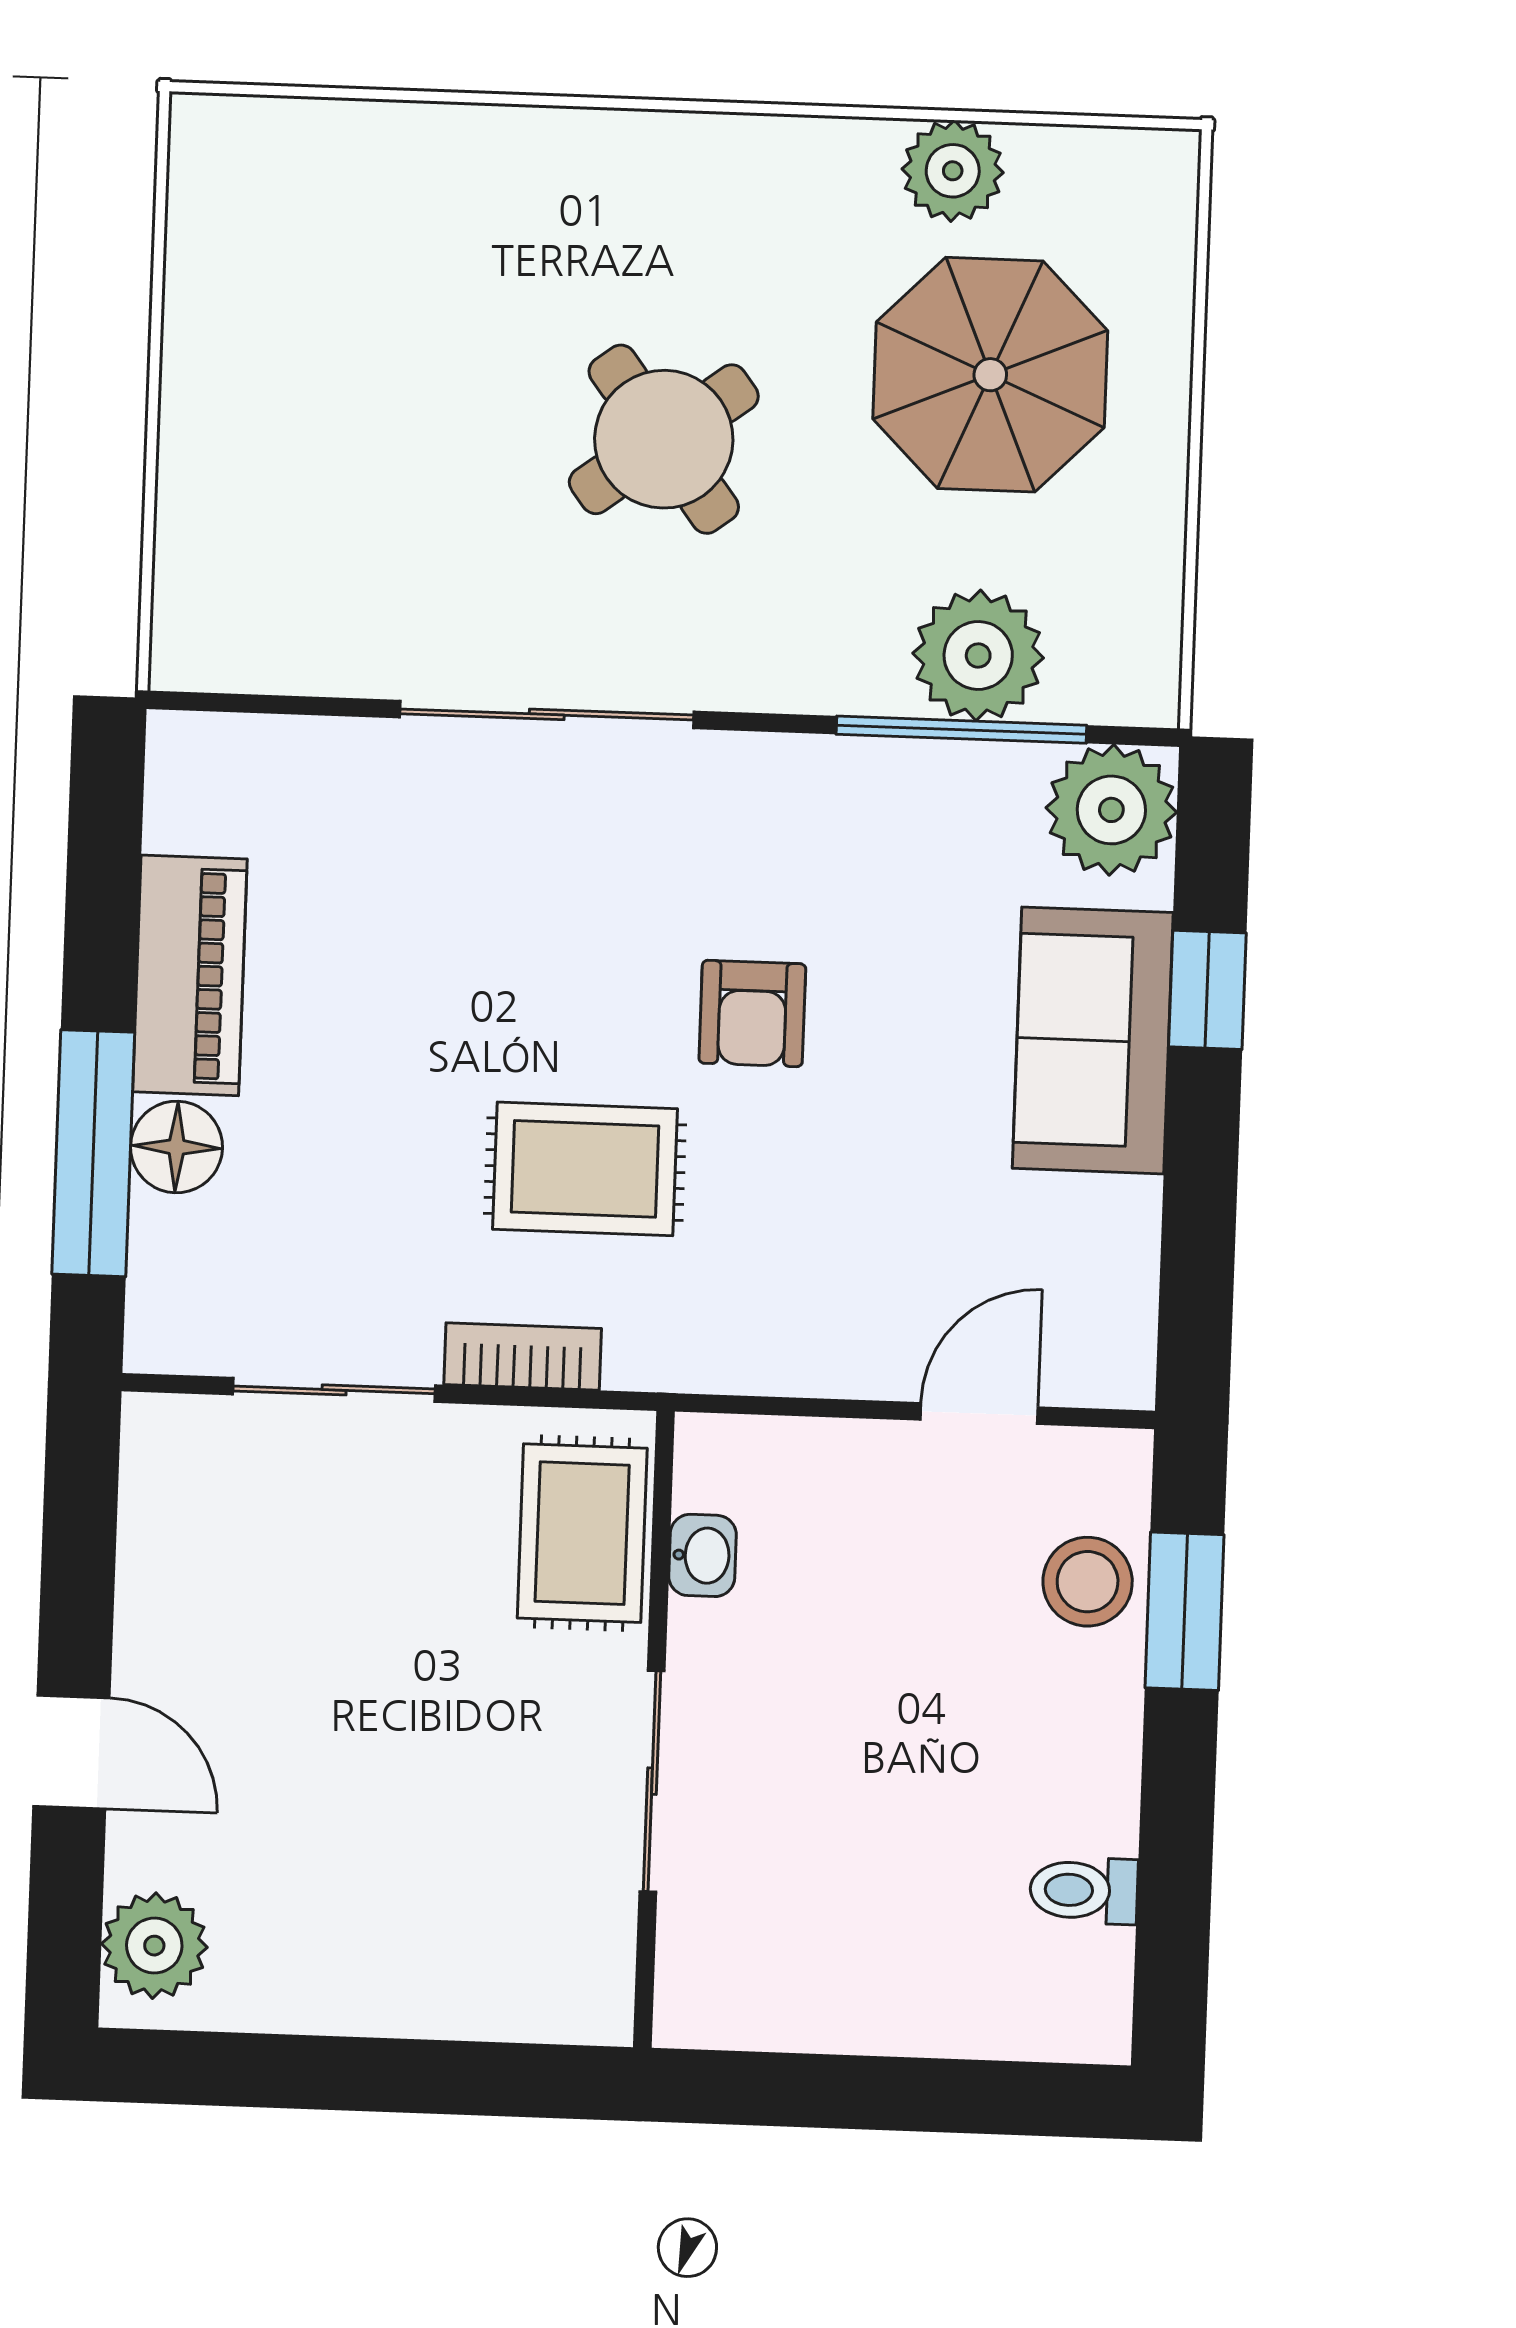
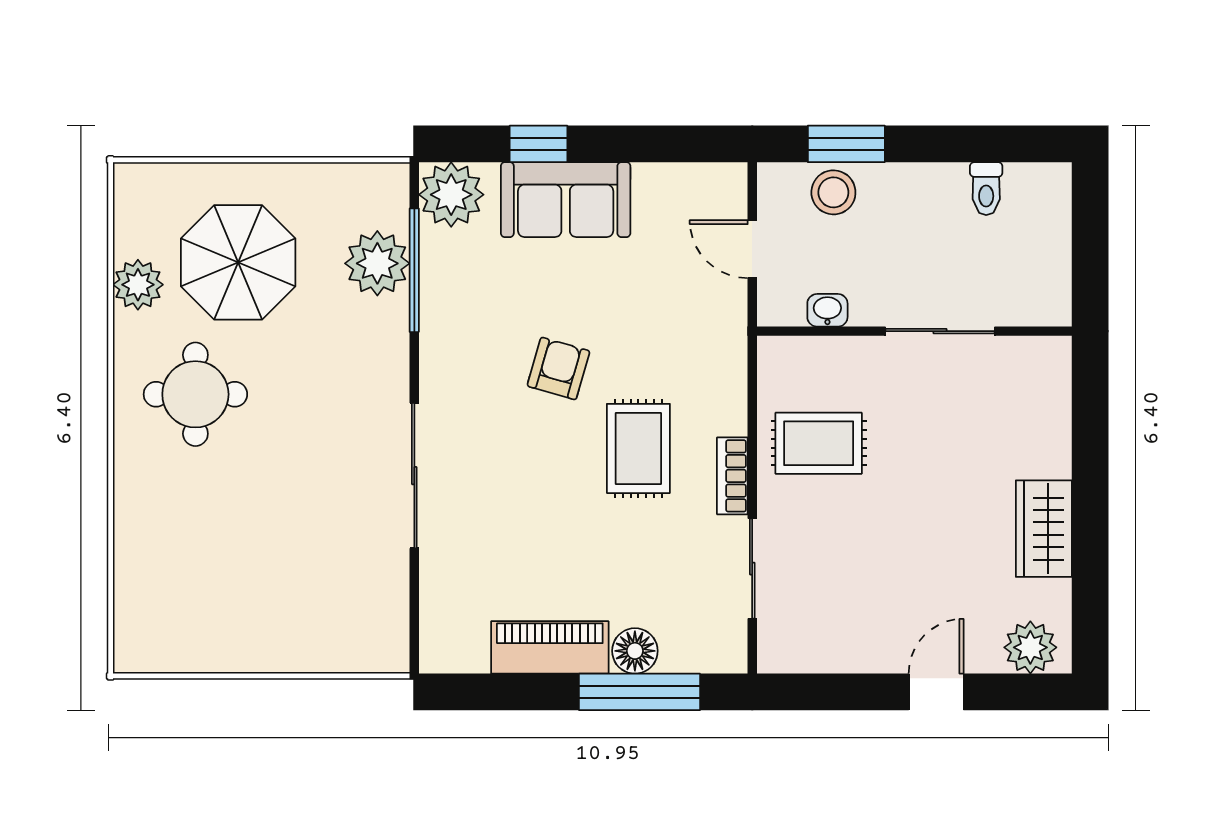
round table: (664, 439) -> (195, 394), moved, turned 37
armchair: (752, 1013) -> (558, 369), turned -74
washbasin: (702, 1555) -> (827, 310), moved
wall: (654, 1729) -> (914, 331), moved
sliding door: (652, 1781) -> (940, 331), moved
wardrobe: (393, 1982) -> (1044, 529), added

